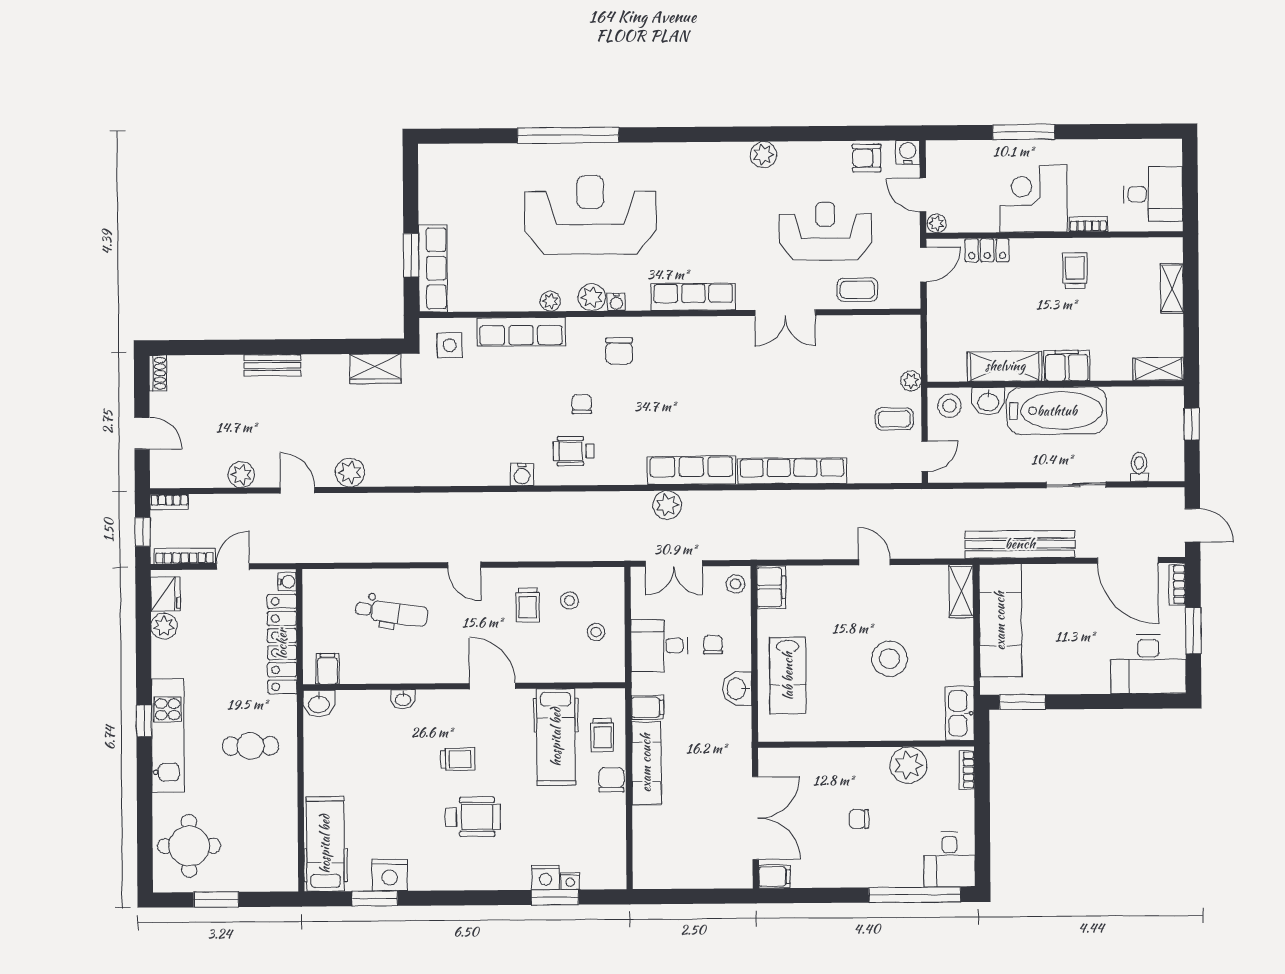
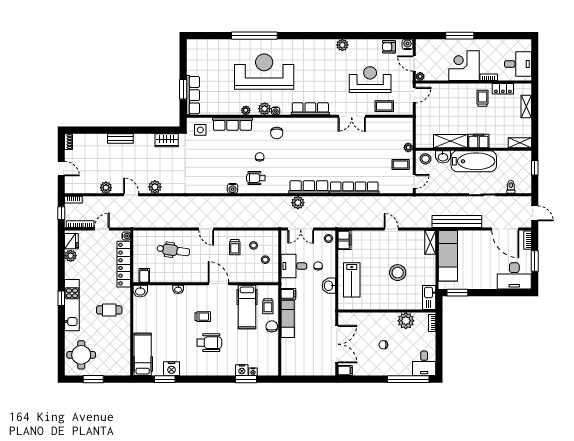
locker: (987, 250) -> (503, 89), moved

